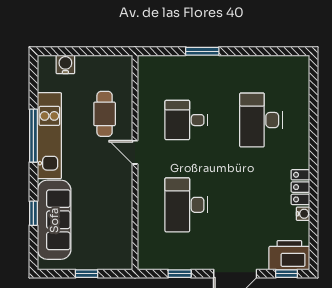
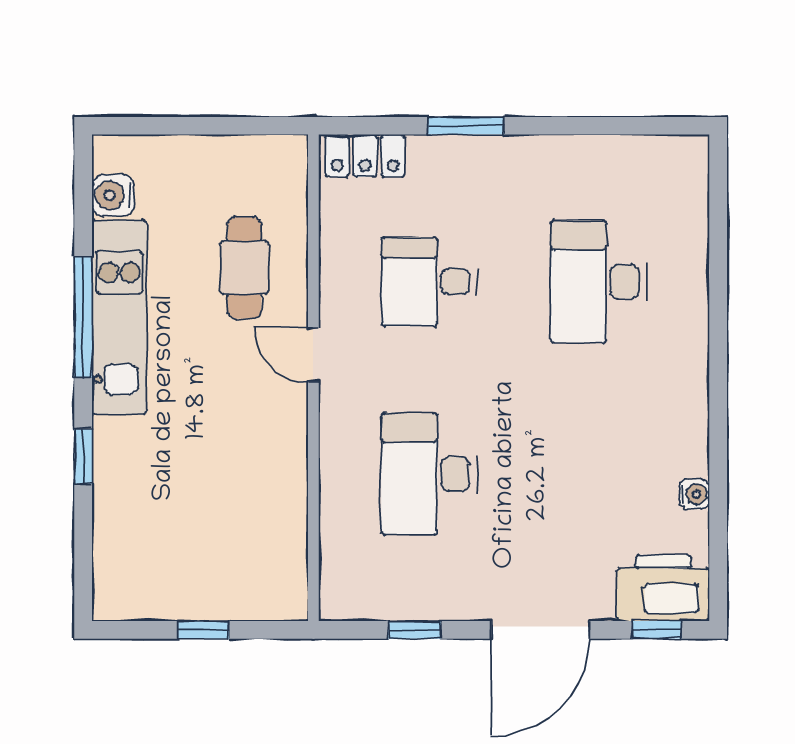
water cooler: (65, 64) -> (113, 195), moved, turned -90
locker: (300, 187) -> (365, 156), moved, turned -90
window: (33, 213) -> (83, 456), moved
sofa: (54, 220) -> (130, 508), removed

